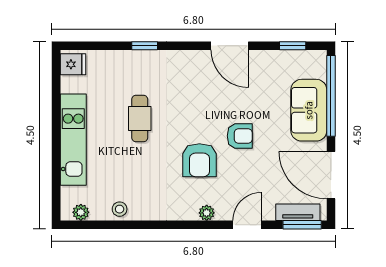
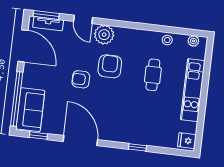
door: (230, 46) -> (80, 141), width x1.36
sofa: (309, 110) -> (30, 110), moved
cafe table: (140, 118) -> (153, 75), moved
plant: (207, 213) -> (104, 35), width x1.88, depth x1.88
door: (247, 225) -> (83, 19), hinge flipped

